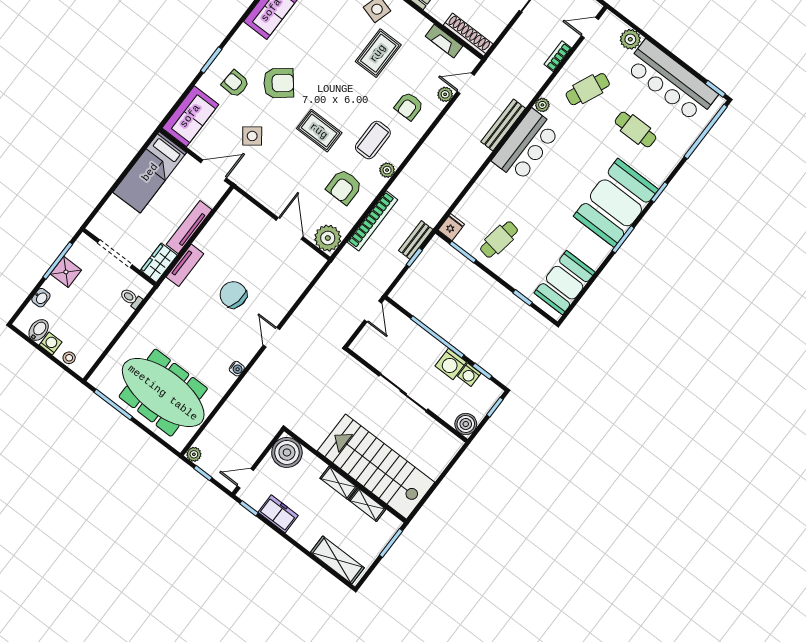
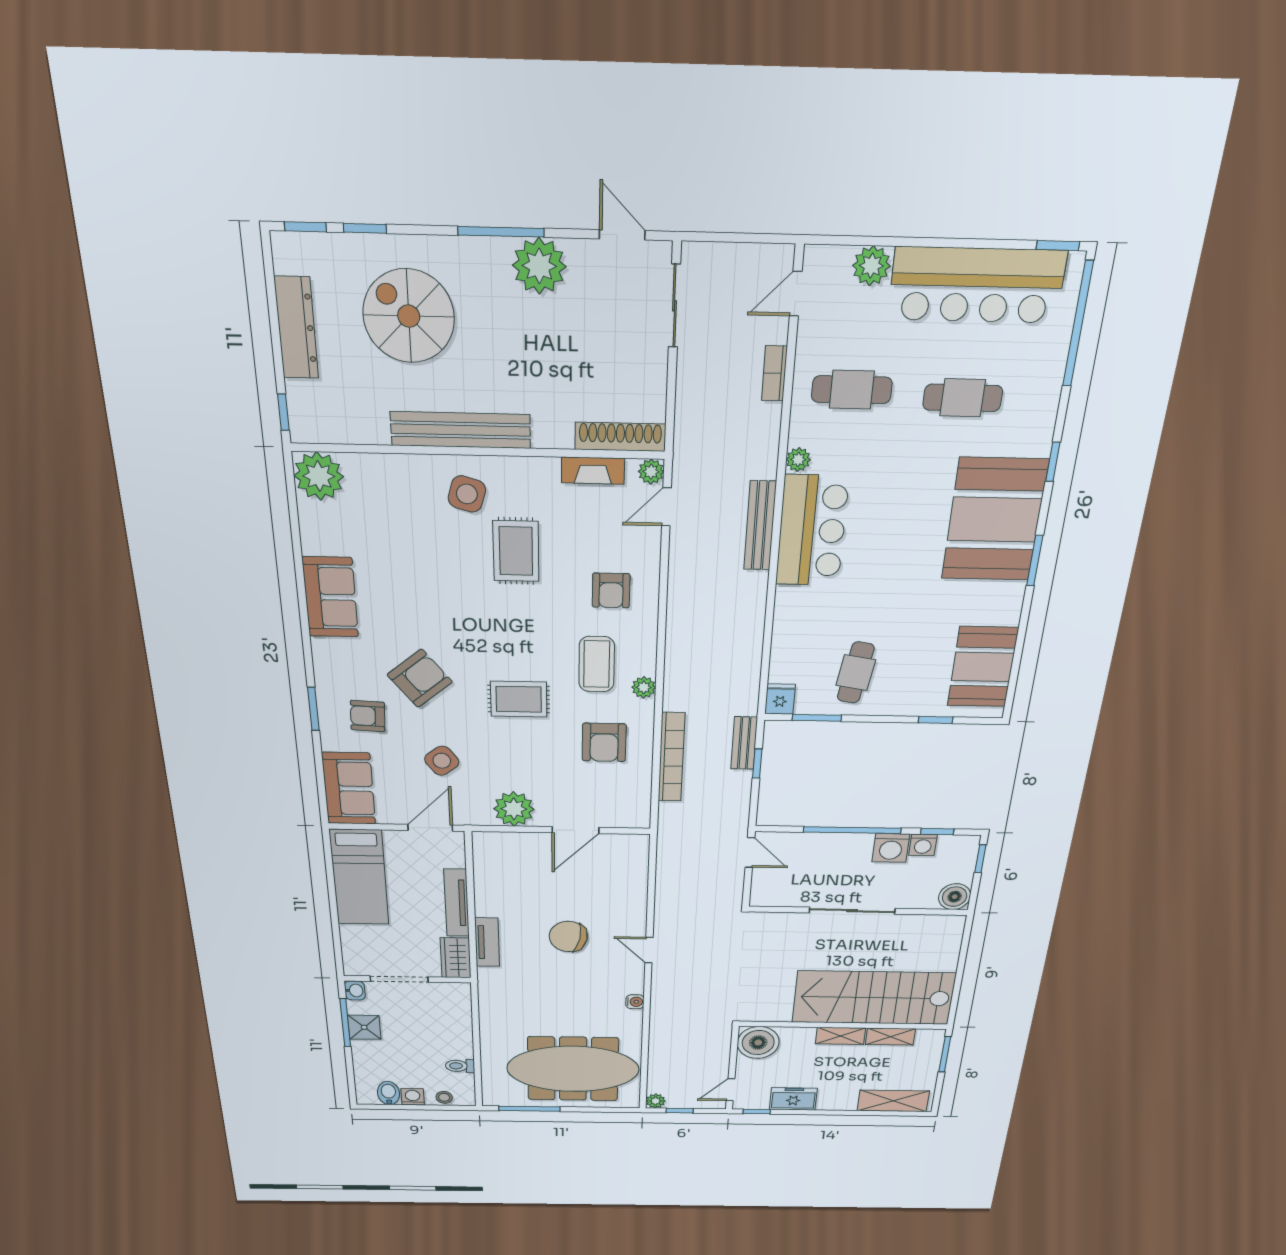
cafe table: (588, 89) -> (852, 390), turned 66
plant: (445, 94) -> (651, 472), moved
door: (290, 228) -> (576, 830), swing flipped
plant: (328, 238) -> (514, 809), moved
washbasin: (41, 298) -> (355, 990), moved
toilet: (131, 298) -> (460, 1066), moved

